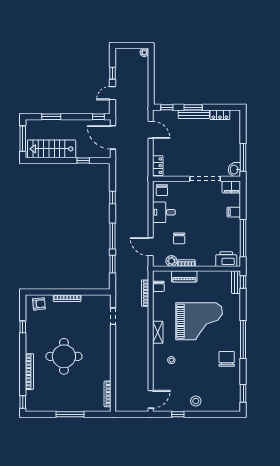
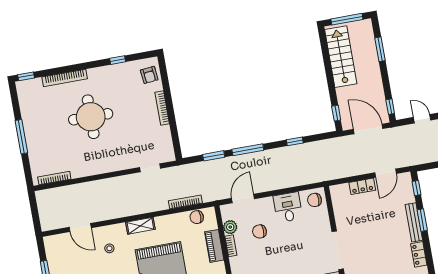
door: (113, 137) -> (368, 129), hinge flipped
window: (83, 161) -> (336, 113), moved
locker: (158, 166) -> (362, 186), moved
door: (151, 399) -> (80, 228), moved

